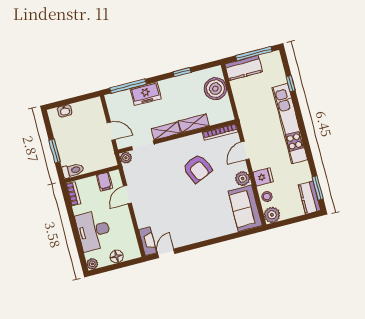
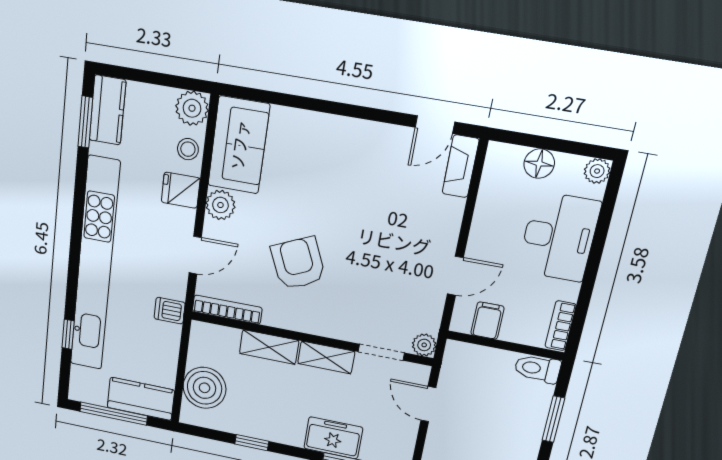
dishwasher: (247, 119) -> (170, 311), added
kitchen unit: (290, 124) -> (95, 265), width x1.36

